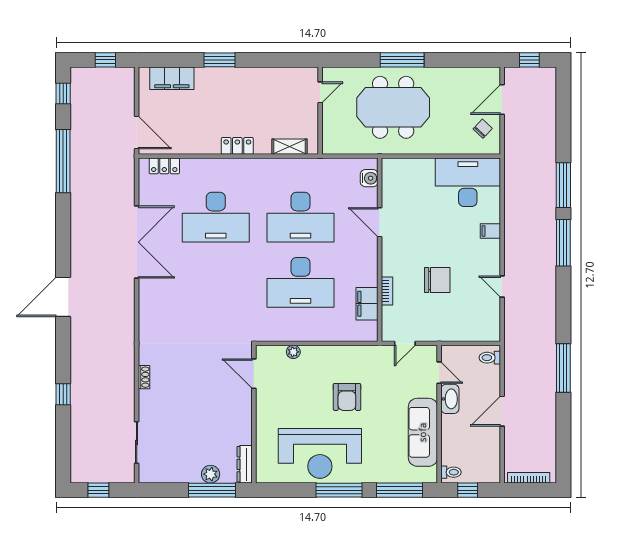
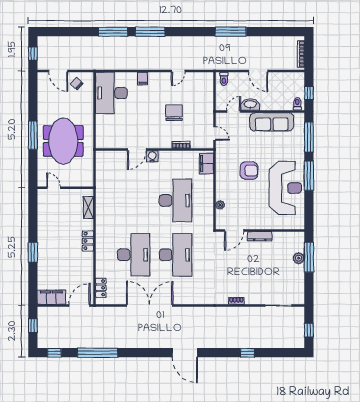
filing cabinet: (172, 78) -> (51, 297), moved, turned -90
water cooler: (369, 178) -> (152, 156), moved
desk: (301, 217) -> (176, 255), moved
filing cabinet: (367, 304) -> (207, 164), moved, turned 90
dresser: (245, 464) -> (260, 236), moved

